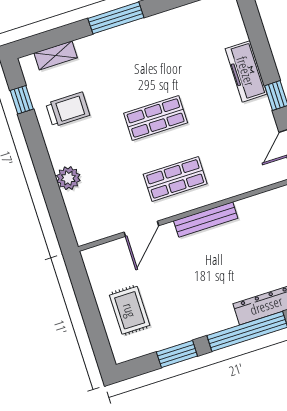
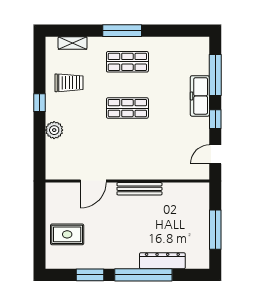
window: (258, 37) -> (215, 75), added
window: (22, 100) -> (40, 103), moved
shop shelf: (175, 179) -> (127, 62), moved
rug: (130, 310) -> (67, 234), turned 90

